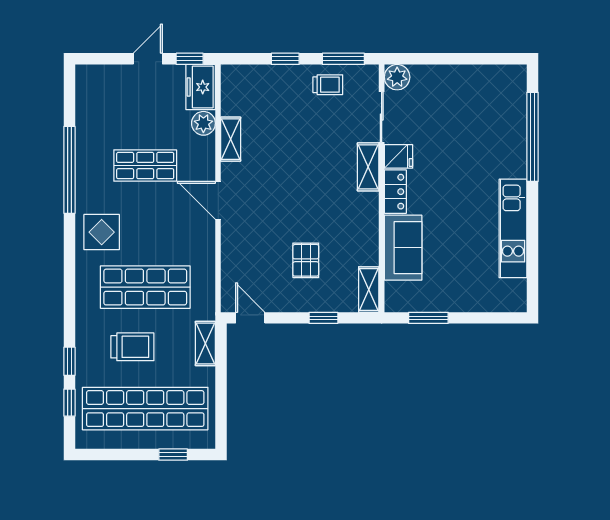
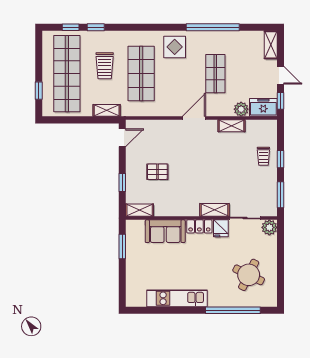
shelving: (98, 75) -> (271, 45), added
trolley: (328, 85) -> (263, 156), moved
round table: (475, 111) -> (249, 275), added

